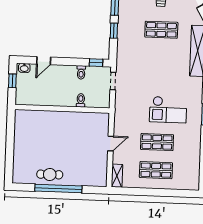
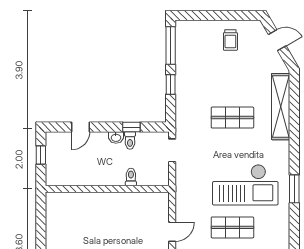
shop shelf: (161, 30) -> (232, 118), moved
window: (96, 63) -> (131, 127), moved
washbasin: (24, 68) -> (116, 137), moved
checkout: (168, 110) -> (245, 185), width x1.36, depth x1.21

